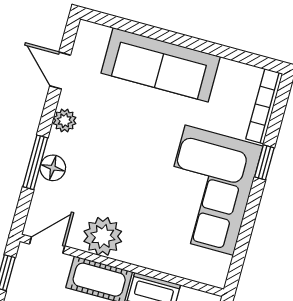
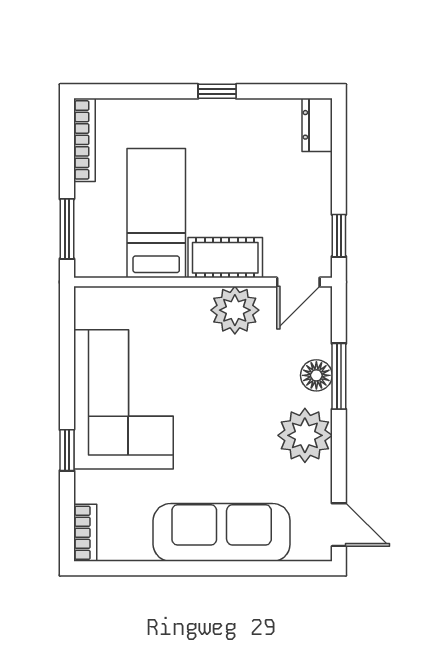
door: (60, 70) -> (339, 525), moved
bookcase: (264, 106) -> (85, 533), width x0.64
plant: (65, 120) -> (305, 435), width x1.87, depth x1.87

